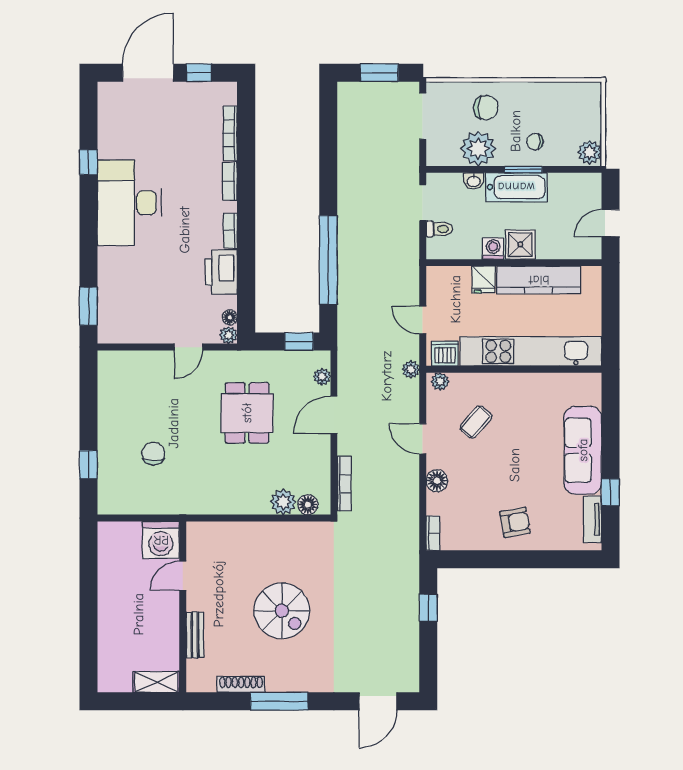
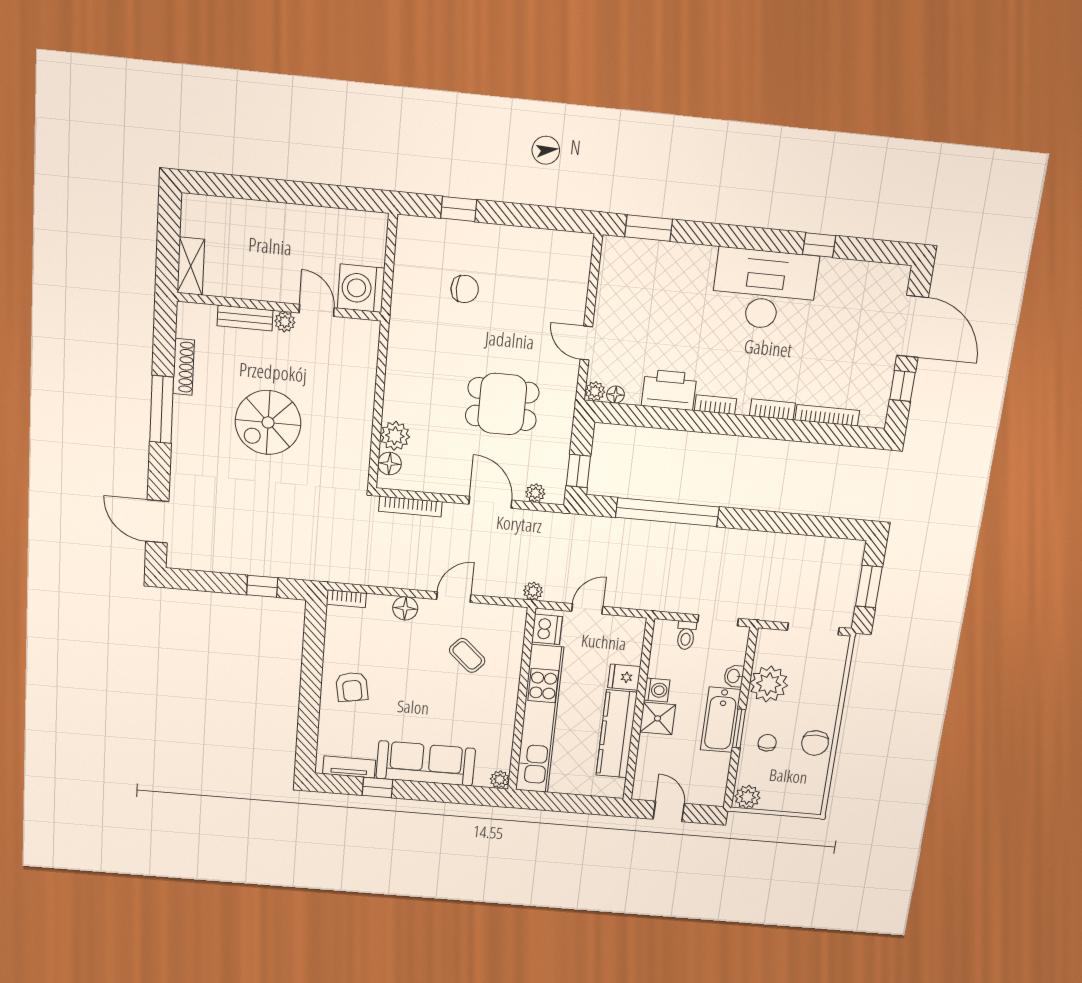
chair: (486, 108) -> (815, 743), moved
plant: (440, 381) -> (500, 779), moved
plant: (195, 602) -> (285, 322), added

